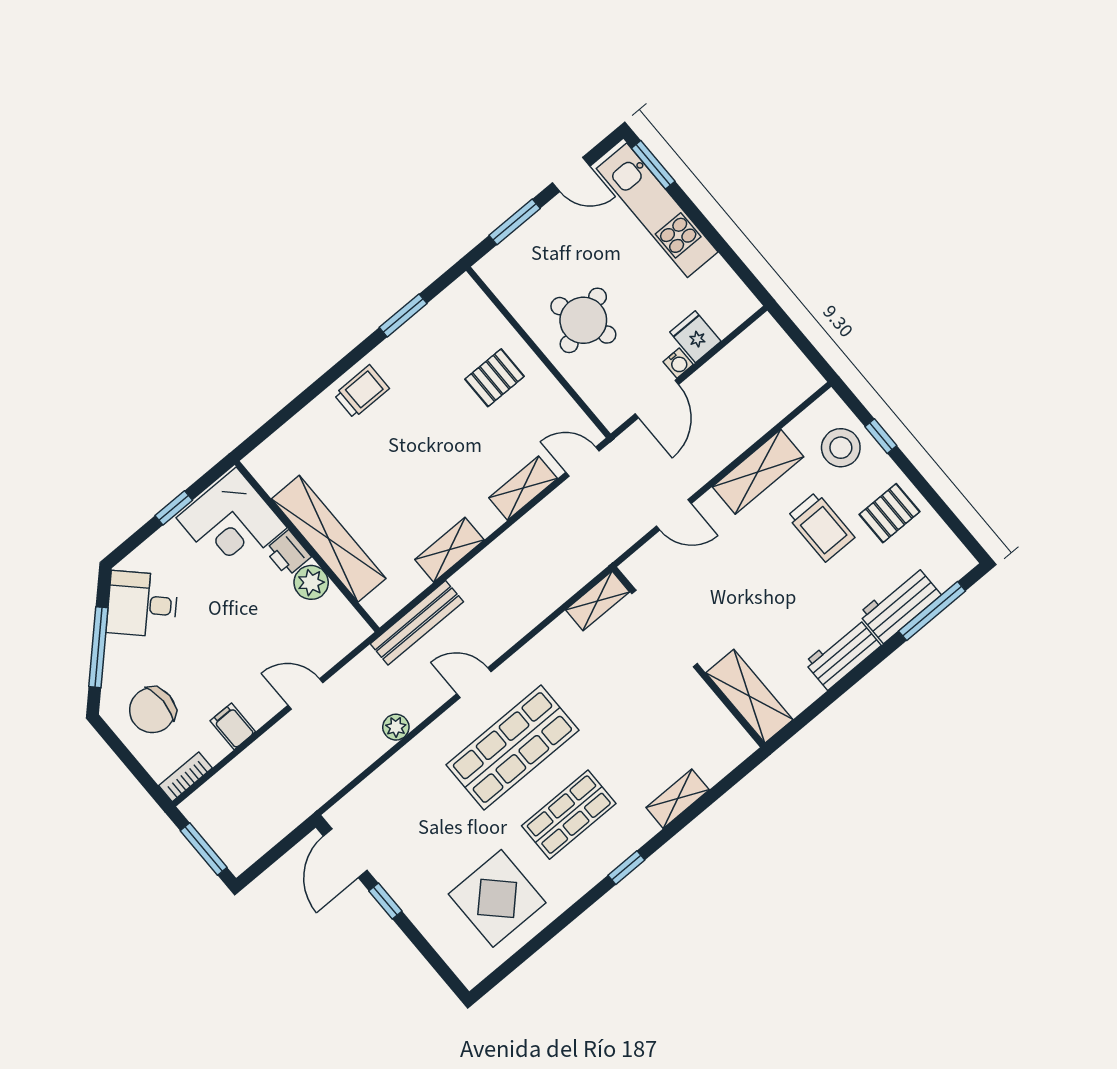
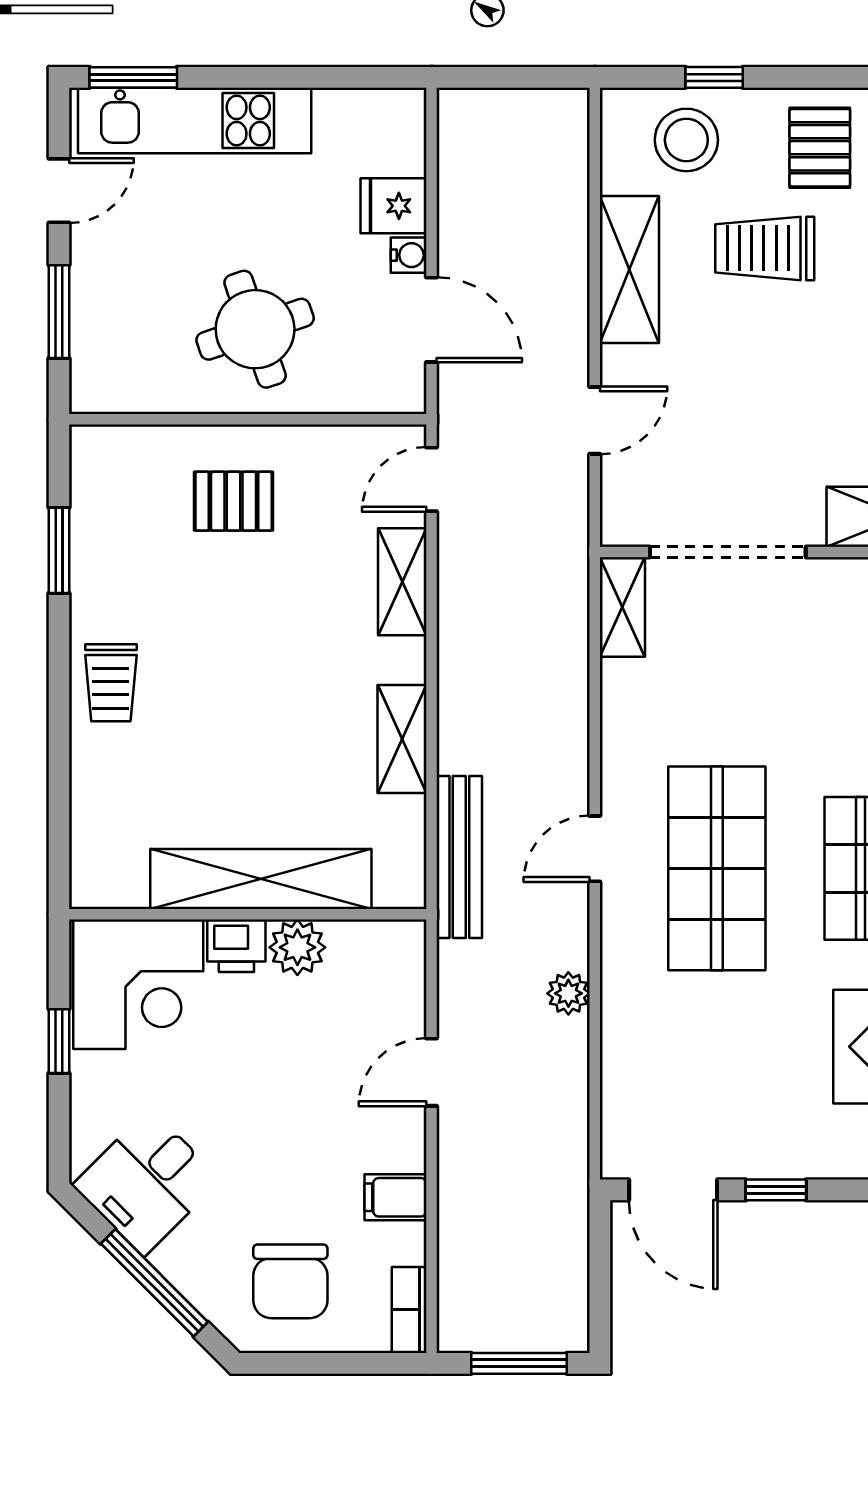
pallet: (495, 378) -> (234, 501), turned 90
trolley: (362, 392) -> (111, 683), turned 180
trolley: (821, 527) -> (765, 248), turned 180

